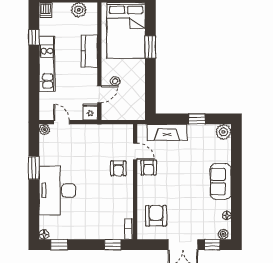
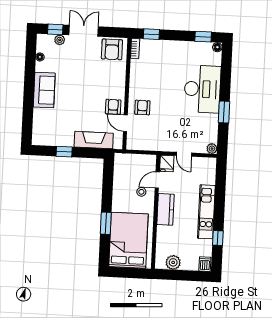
kitchen counter: (89, 51) -> (166, 209), moved
door: (62, 122) -> (184, 154), moved
plant: (223, 132) -> (39, 138), removed
armchair: (156, 216) -> (112, 49), moved
plant: (223, 234) -> (60, 40), moved

